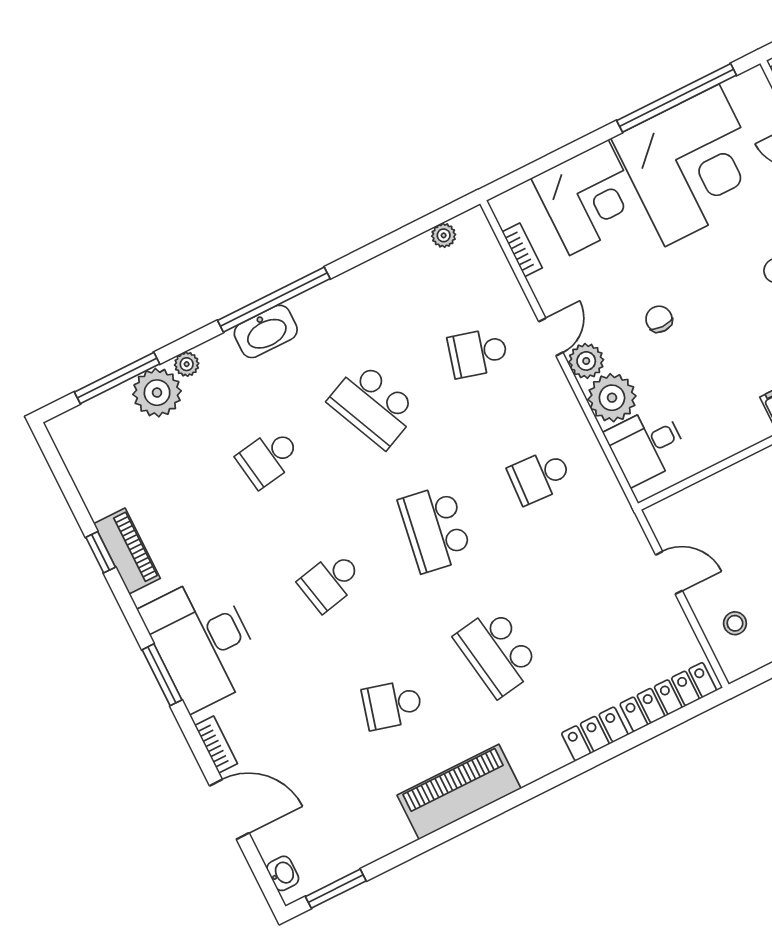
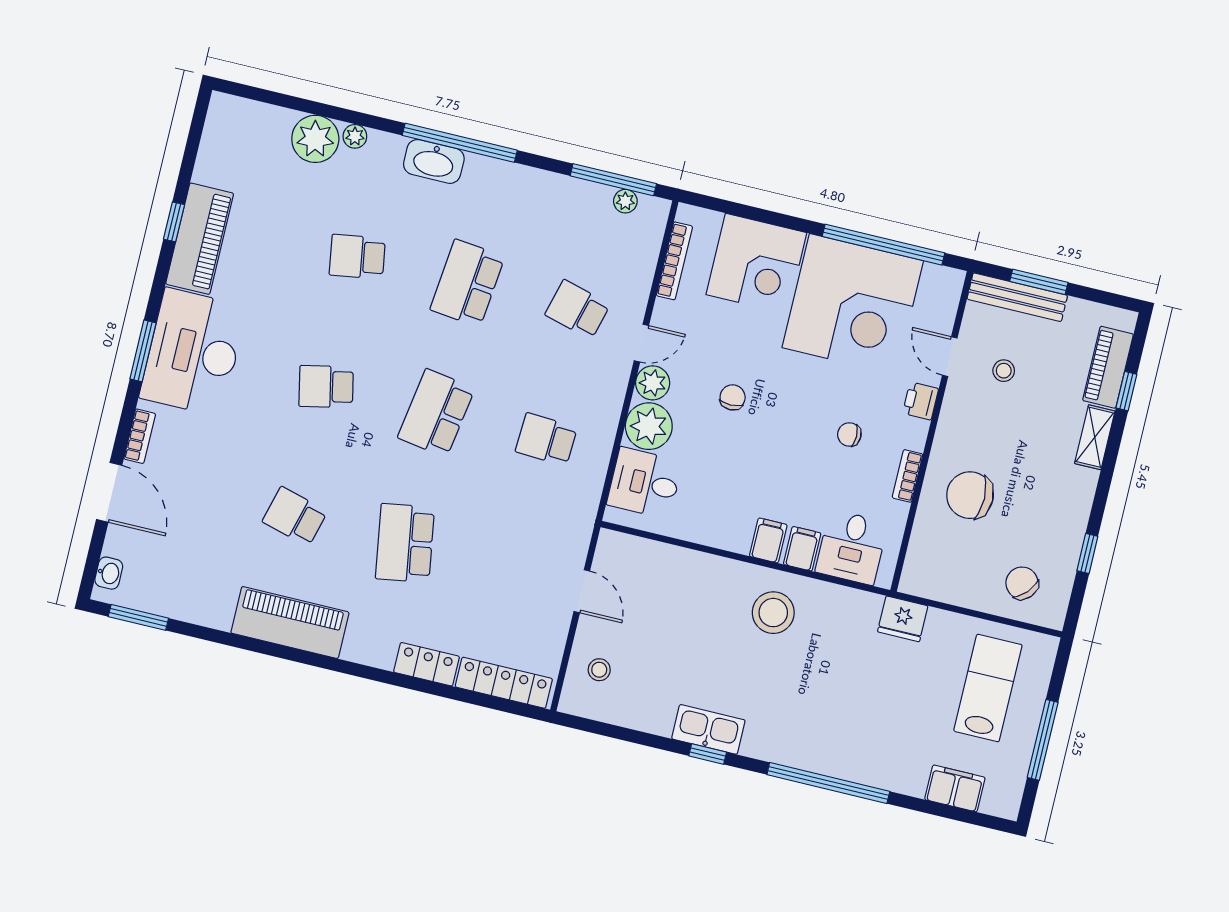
bookcase: (522, 250) -> (674, 261), width x1.56
window: (117, 378) -> (613, 180), moved
school desk: (373, 405) -> (467, 283), turned 30
piano: (127, 551) -> (200, 239), width x1.37, depth x1.33

